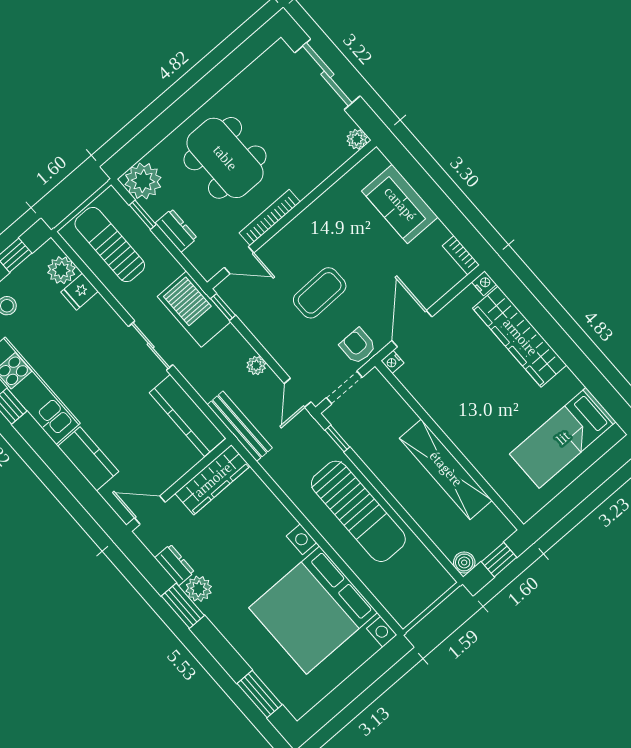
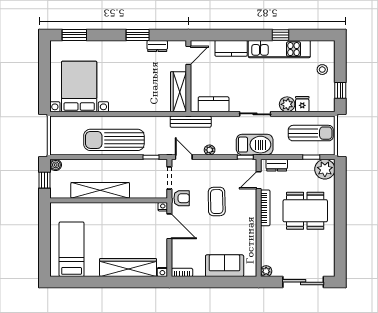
dresser: (176, 231) -> (277, 165), moved
plant: (61, 270) -> (287, 104), moved
kitchen counter: (188, 415) -> (214, 104), width x0.67
plant: (199, 589) -> (139, 47), removed
bed with nightstands: (313, 610) -> (79, 86), width x0.73

